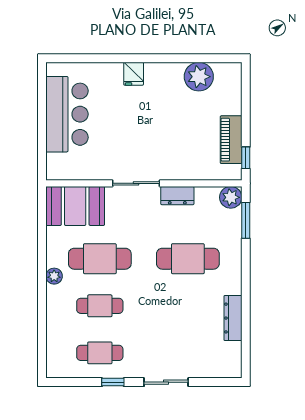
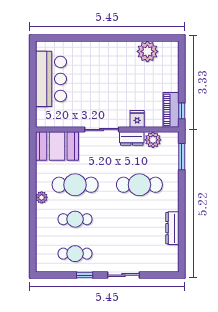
fridge: (134, 74) -> (137, 119), moved, turned 180
piano: (231, 140) -> (171, 110), moved
plant: (231, 197) -> (153, 140), moved

